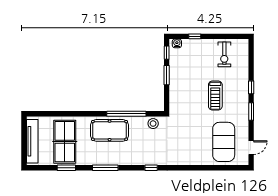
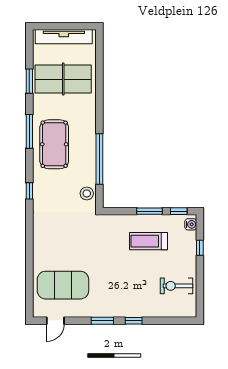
treadmill: (215, 95) -> (149, 241), moved
pool table: (110, 130) -> (54, 144), moved
door: (251, 148) -> (55, 321), hinge flipped

